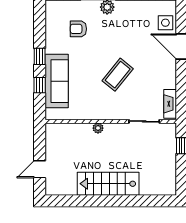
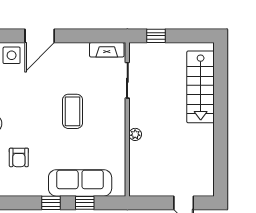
coffee table: (118, 75) -> (73, 111), turned 51
stairs: (108, 184) -> (201, 87), moved

